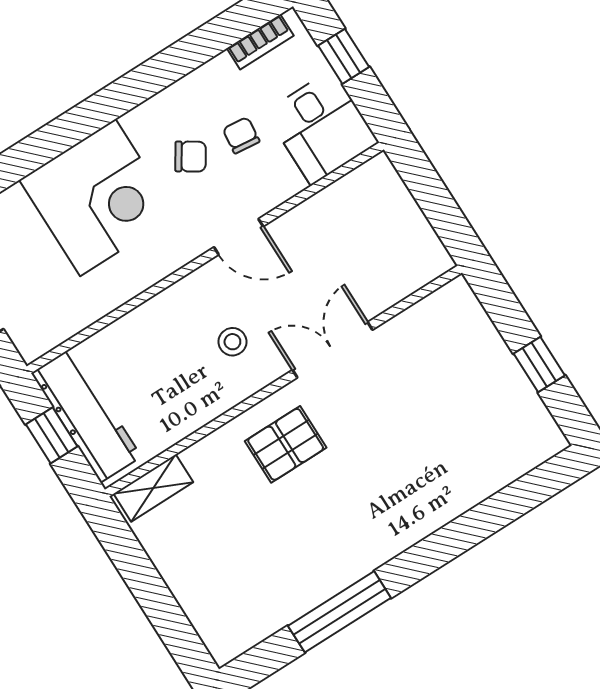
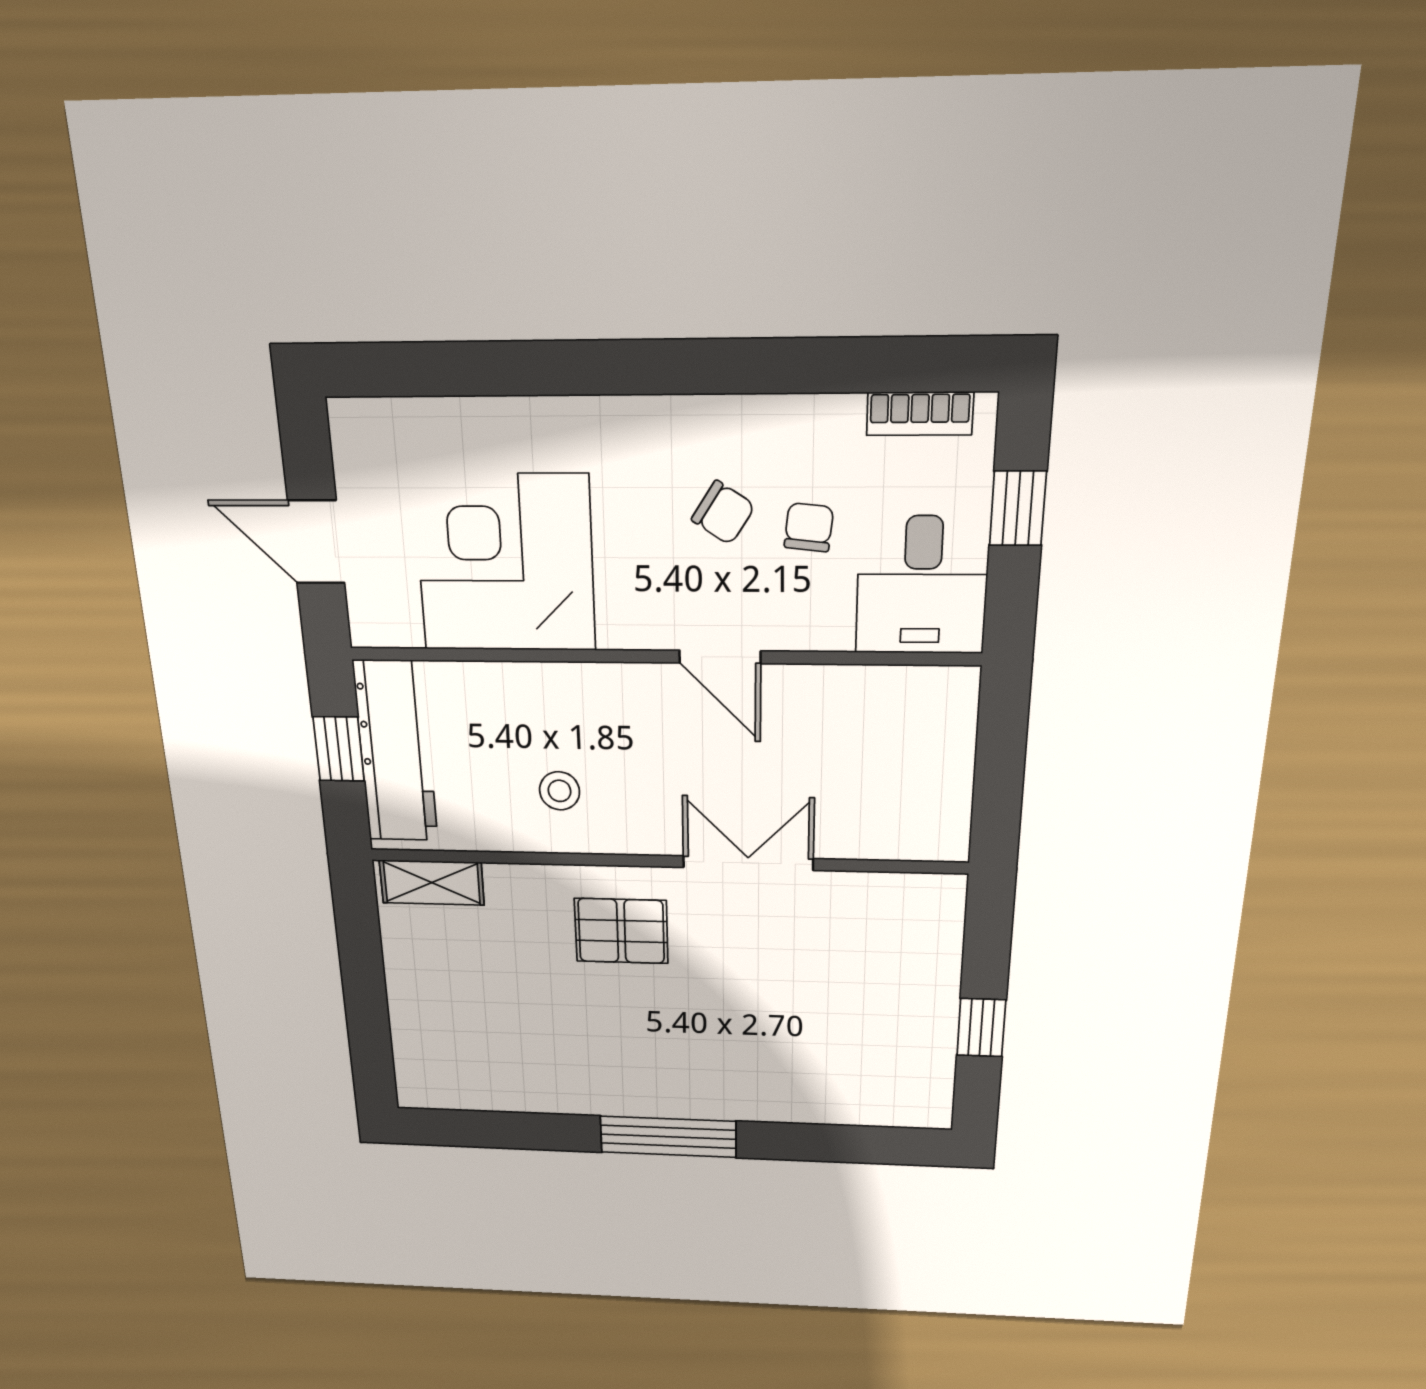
corner desk: (98, 198) -> (505, 563), moved, turned 180
stool: (232, 342) -> (560, 791), moved
window: (339, 612) -> (668, 1137), moved

